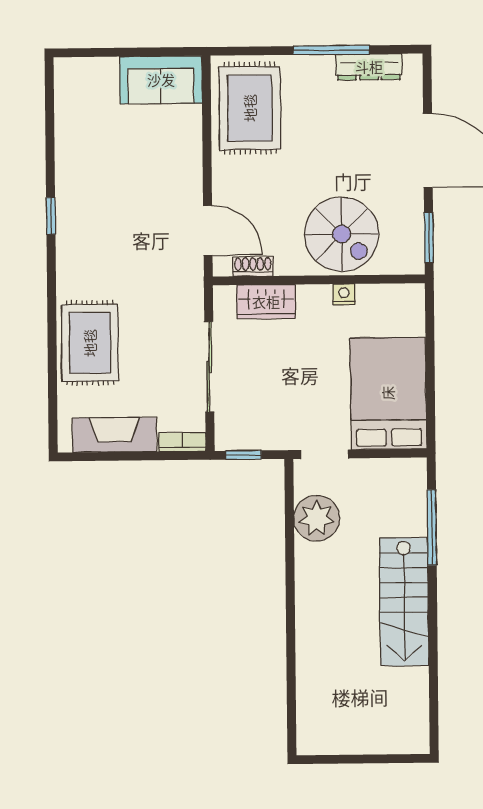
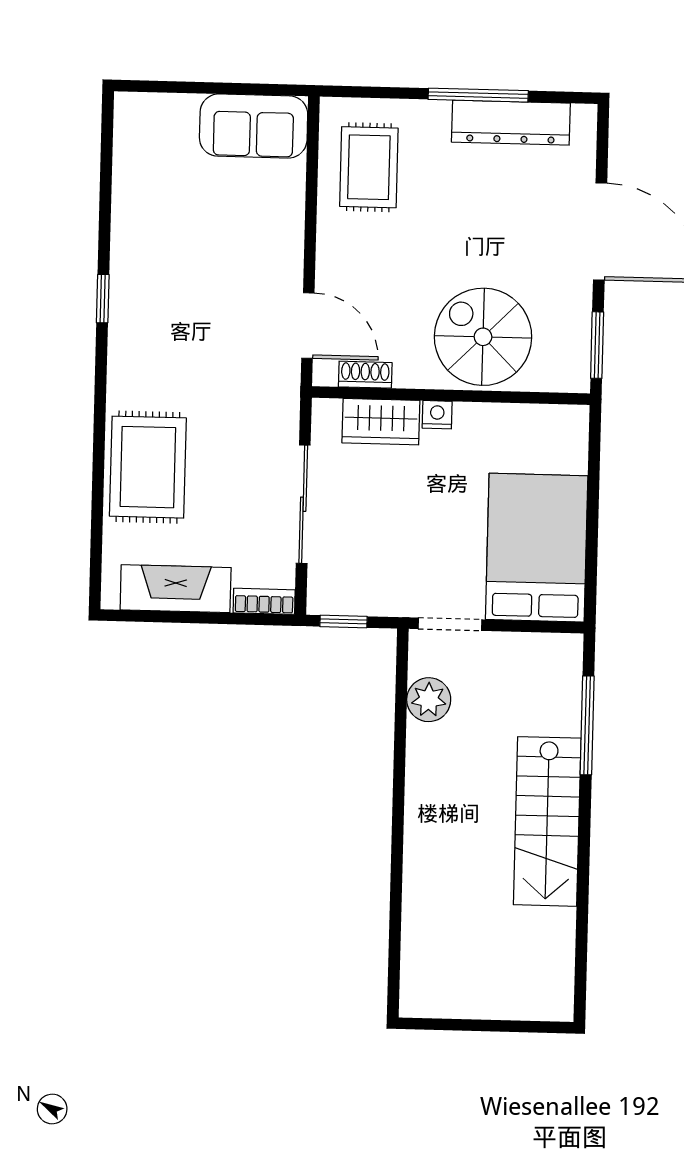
dresser: (369, 67) -> (511, 123), width x1.37, depth x1.24
rug: (250, 108) -> (369, 167), width x0.73, depth x0.70
spiral stairs: (342, 234) -> (483, 337), turned 180
nightstand: (344, 294) -> (437, 415), moved
plant: (317, 518) -> (429, 700), width x0.73, depth x0.73

